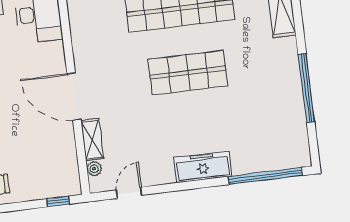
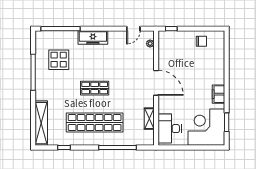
shop shelf: (188, 73) -> (95, 88), width x0.70, depth x0.74
display table: (262, 117) -> (59, 60), added
shelving: (92, 140) -> (149, 119), moved

